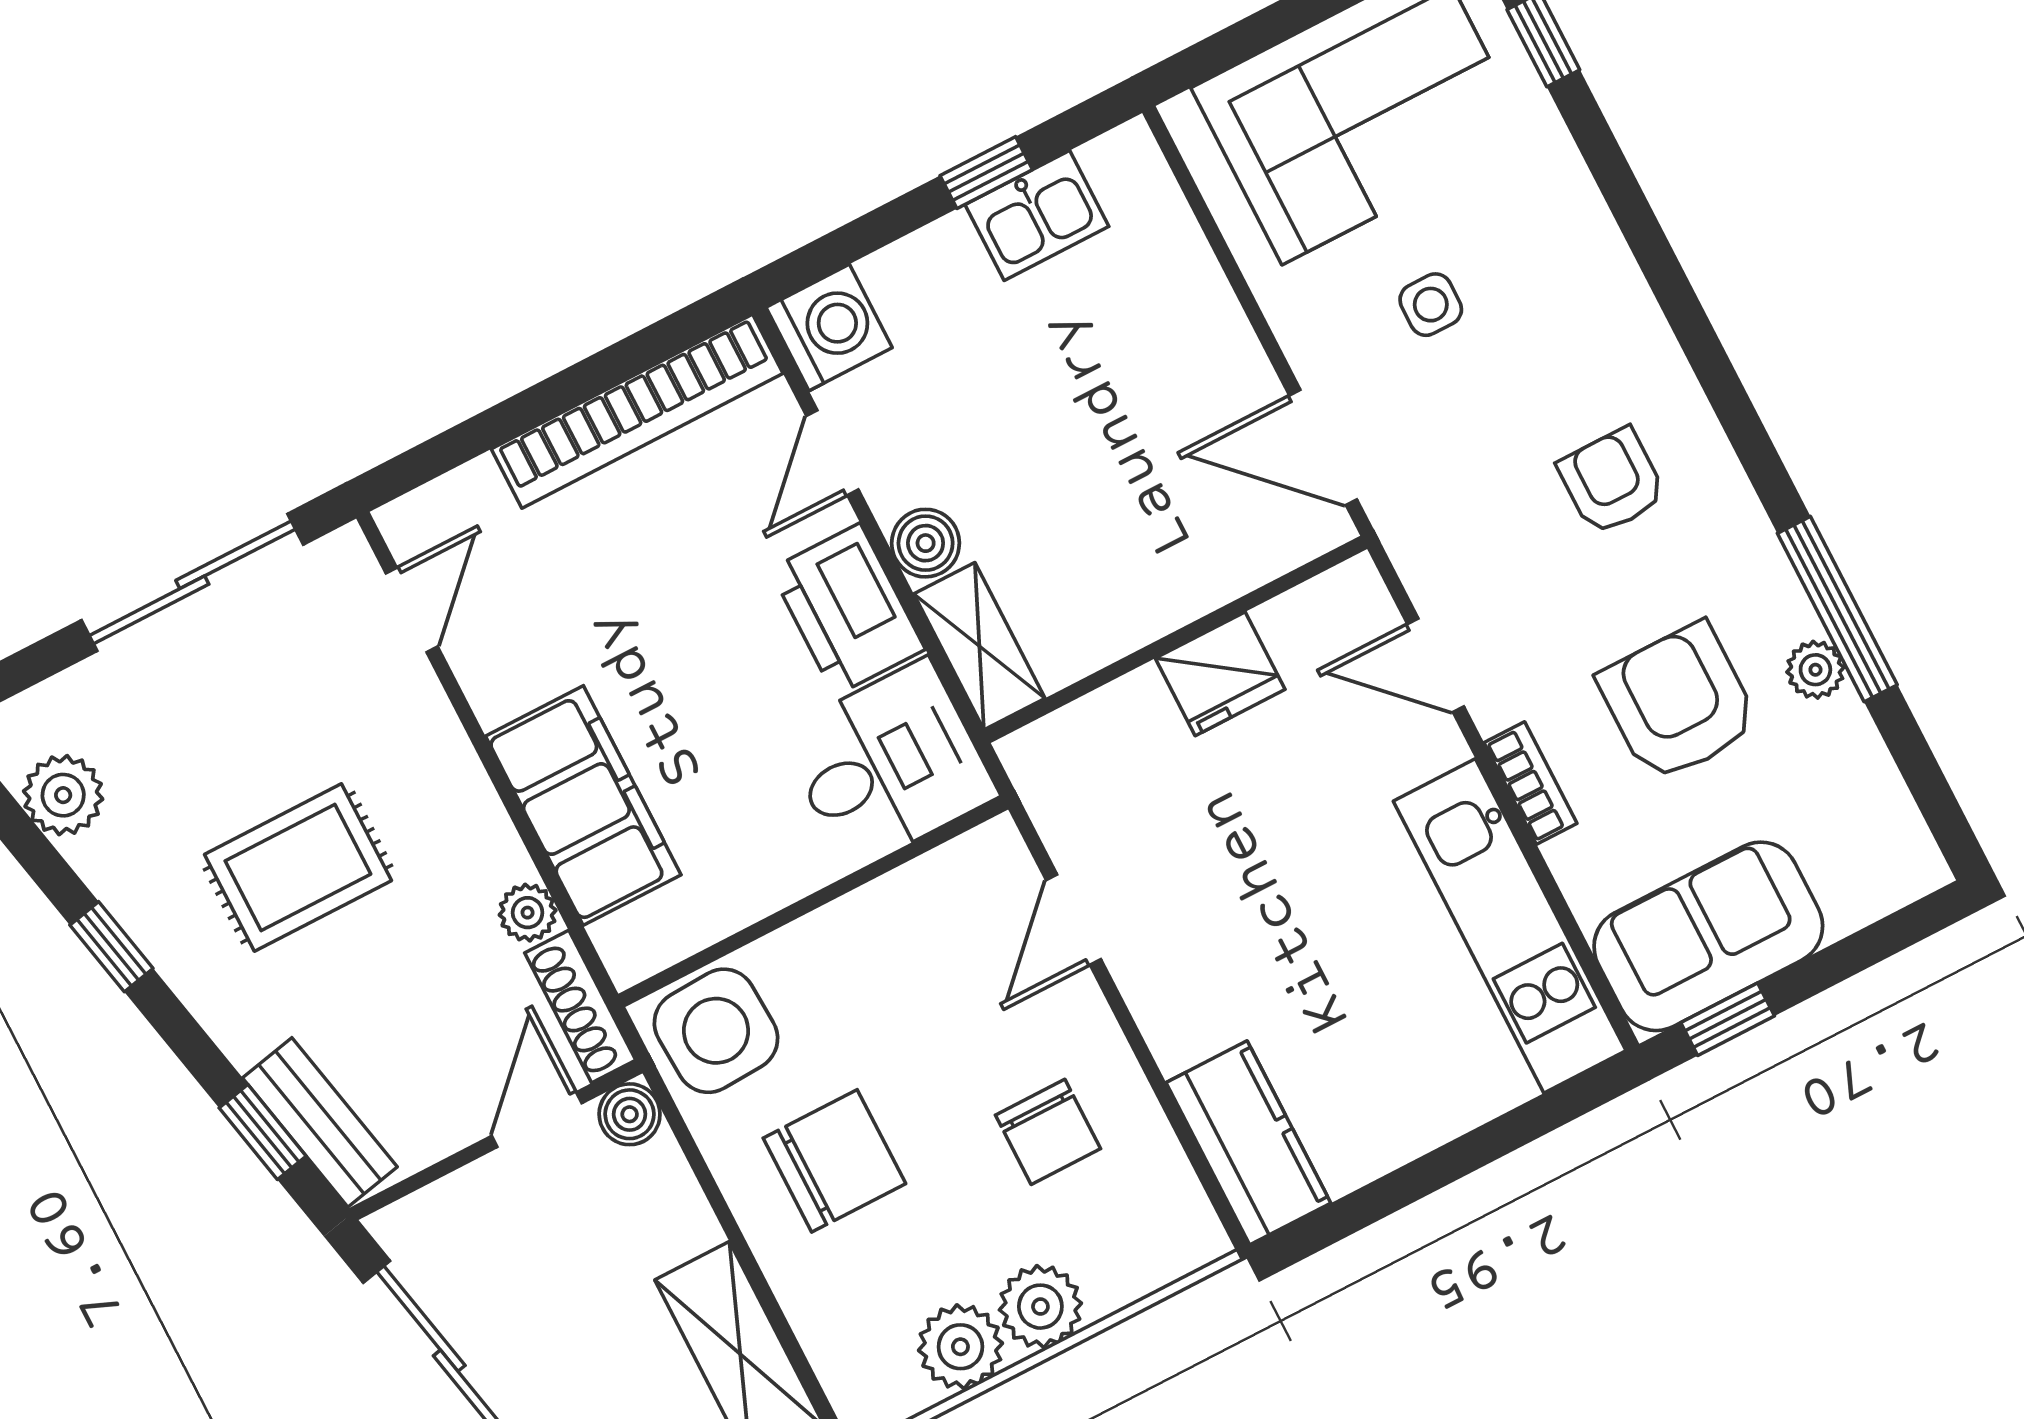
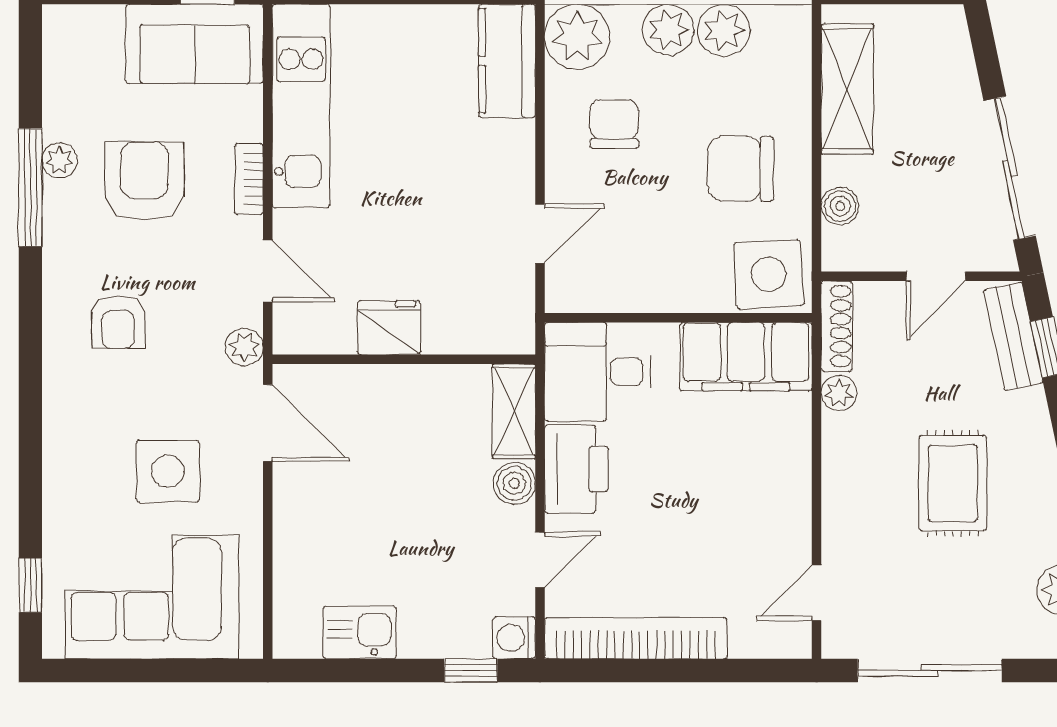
window: (986, 173) -> (471, 671), moved
side table: (1431, 305) -> (168, 471), width x1.87, depth x1.87
washing machine: (829, 327) -> (514, 638), width x0.73, depth x0.73
plant: (1413, 539) -> (244, 347), added
armchair: (1678, 703) -> (144, 181), turned 180
filing cabinet: (583, 805) -> (746, 357), moved, turned -90
rug: (298, 867) -> (953, 483), turned 90
boiler: (630, 1114) -> (840, 206), moved
door: (537, 1120) -> (936, 276), moved
plant: (1166, 1229) -> (577, 37), added

